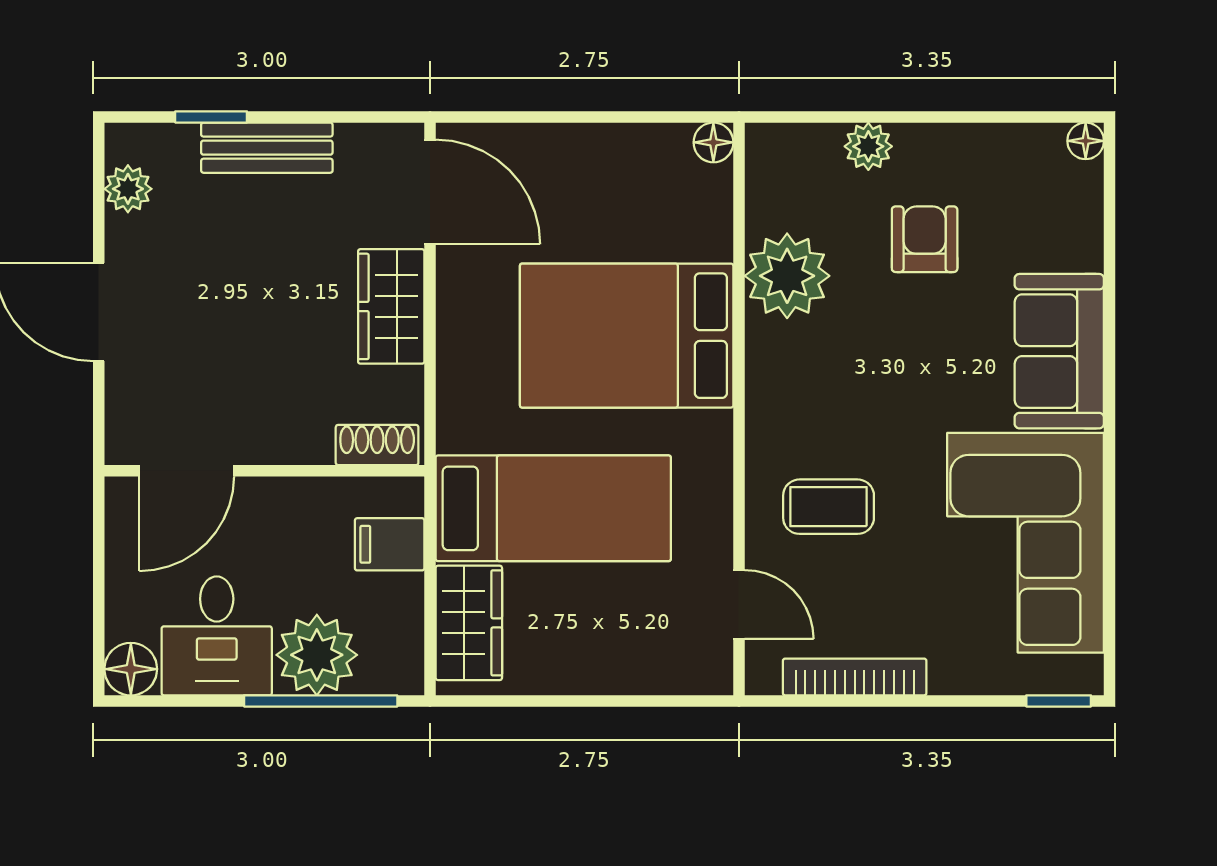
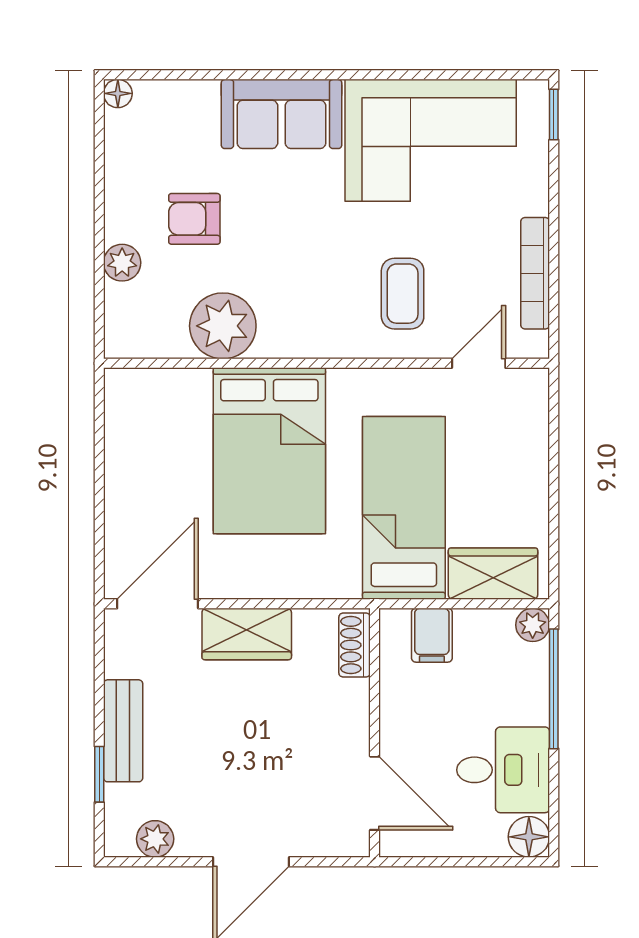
floor lamp: (713, 142) -> (119, 383), removed
plant: (317, 655) -> (533, 625), moved, width x0.53, depth x0.53

